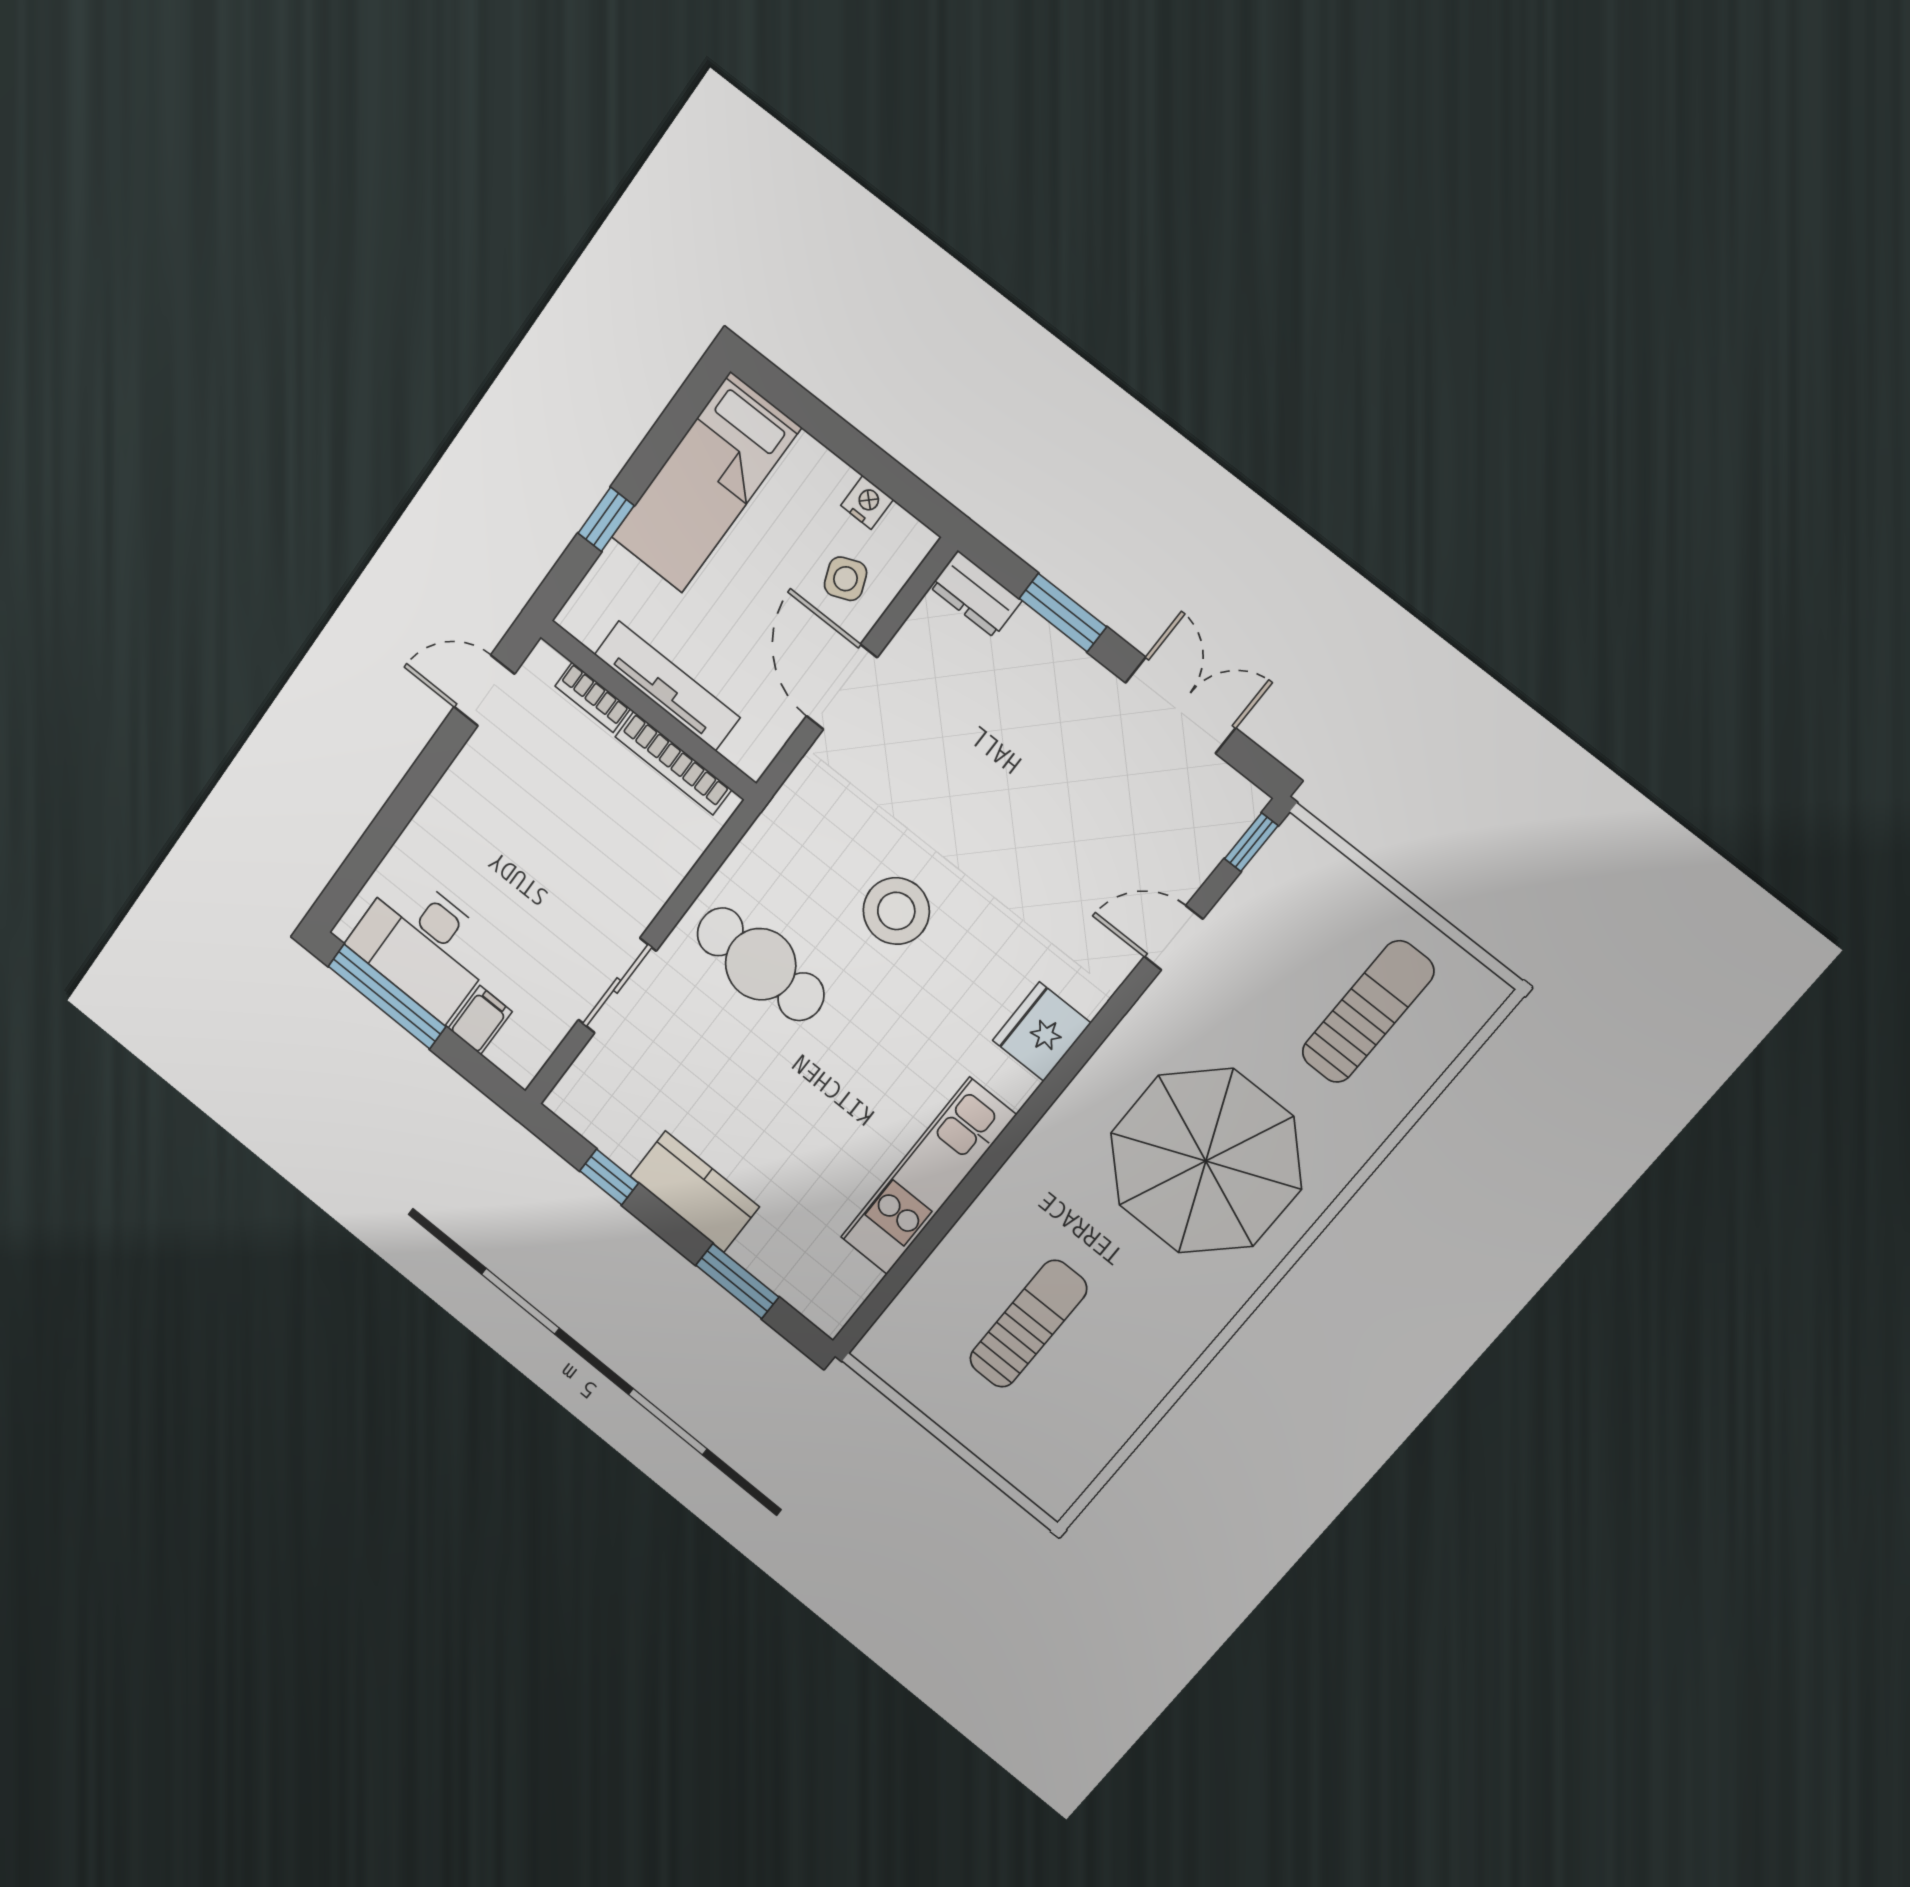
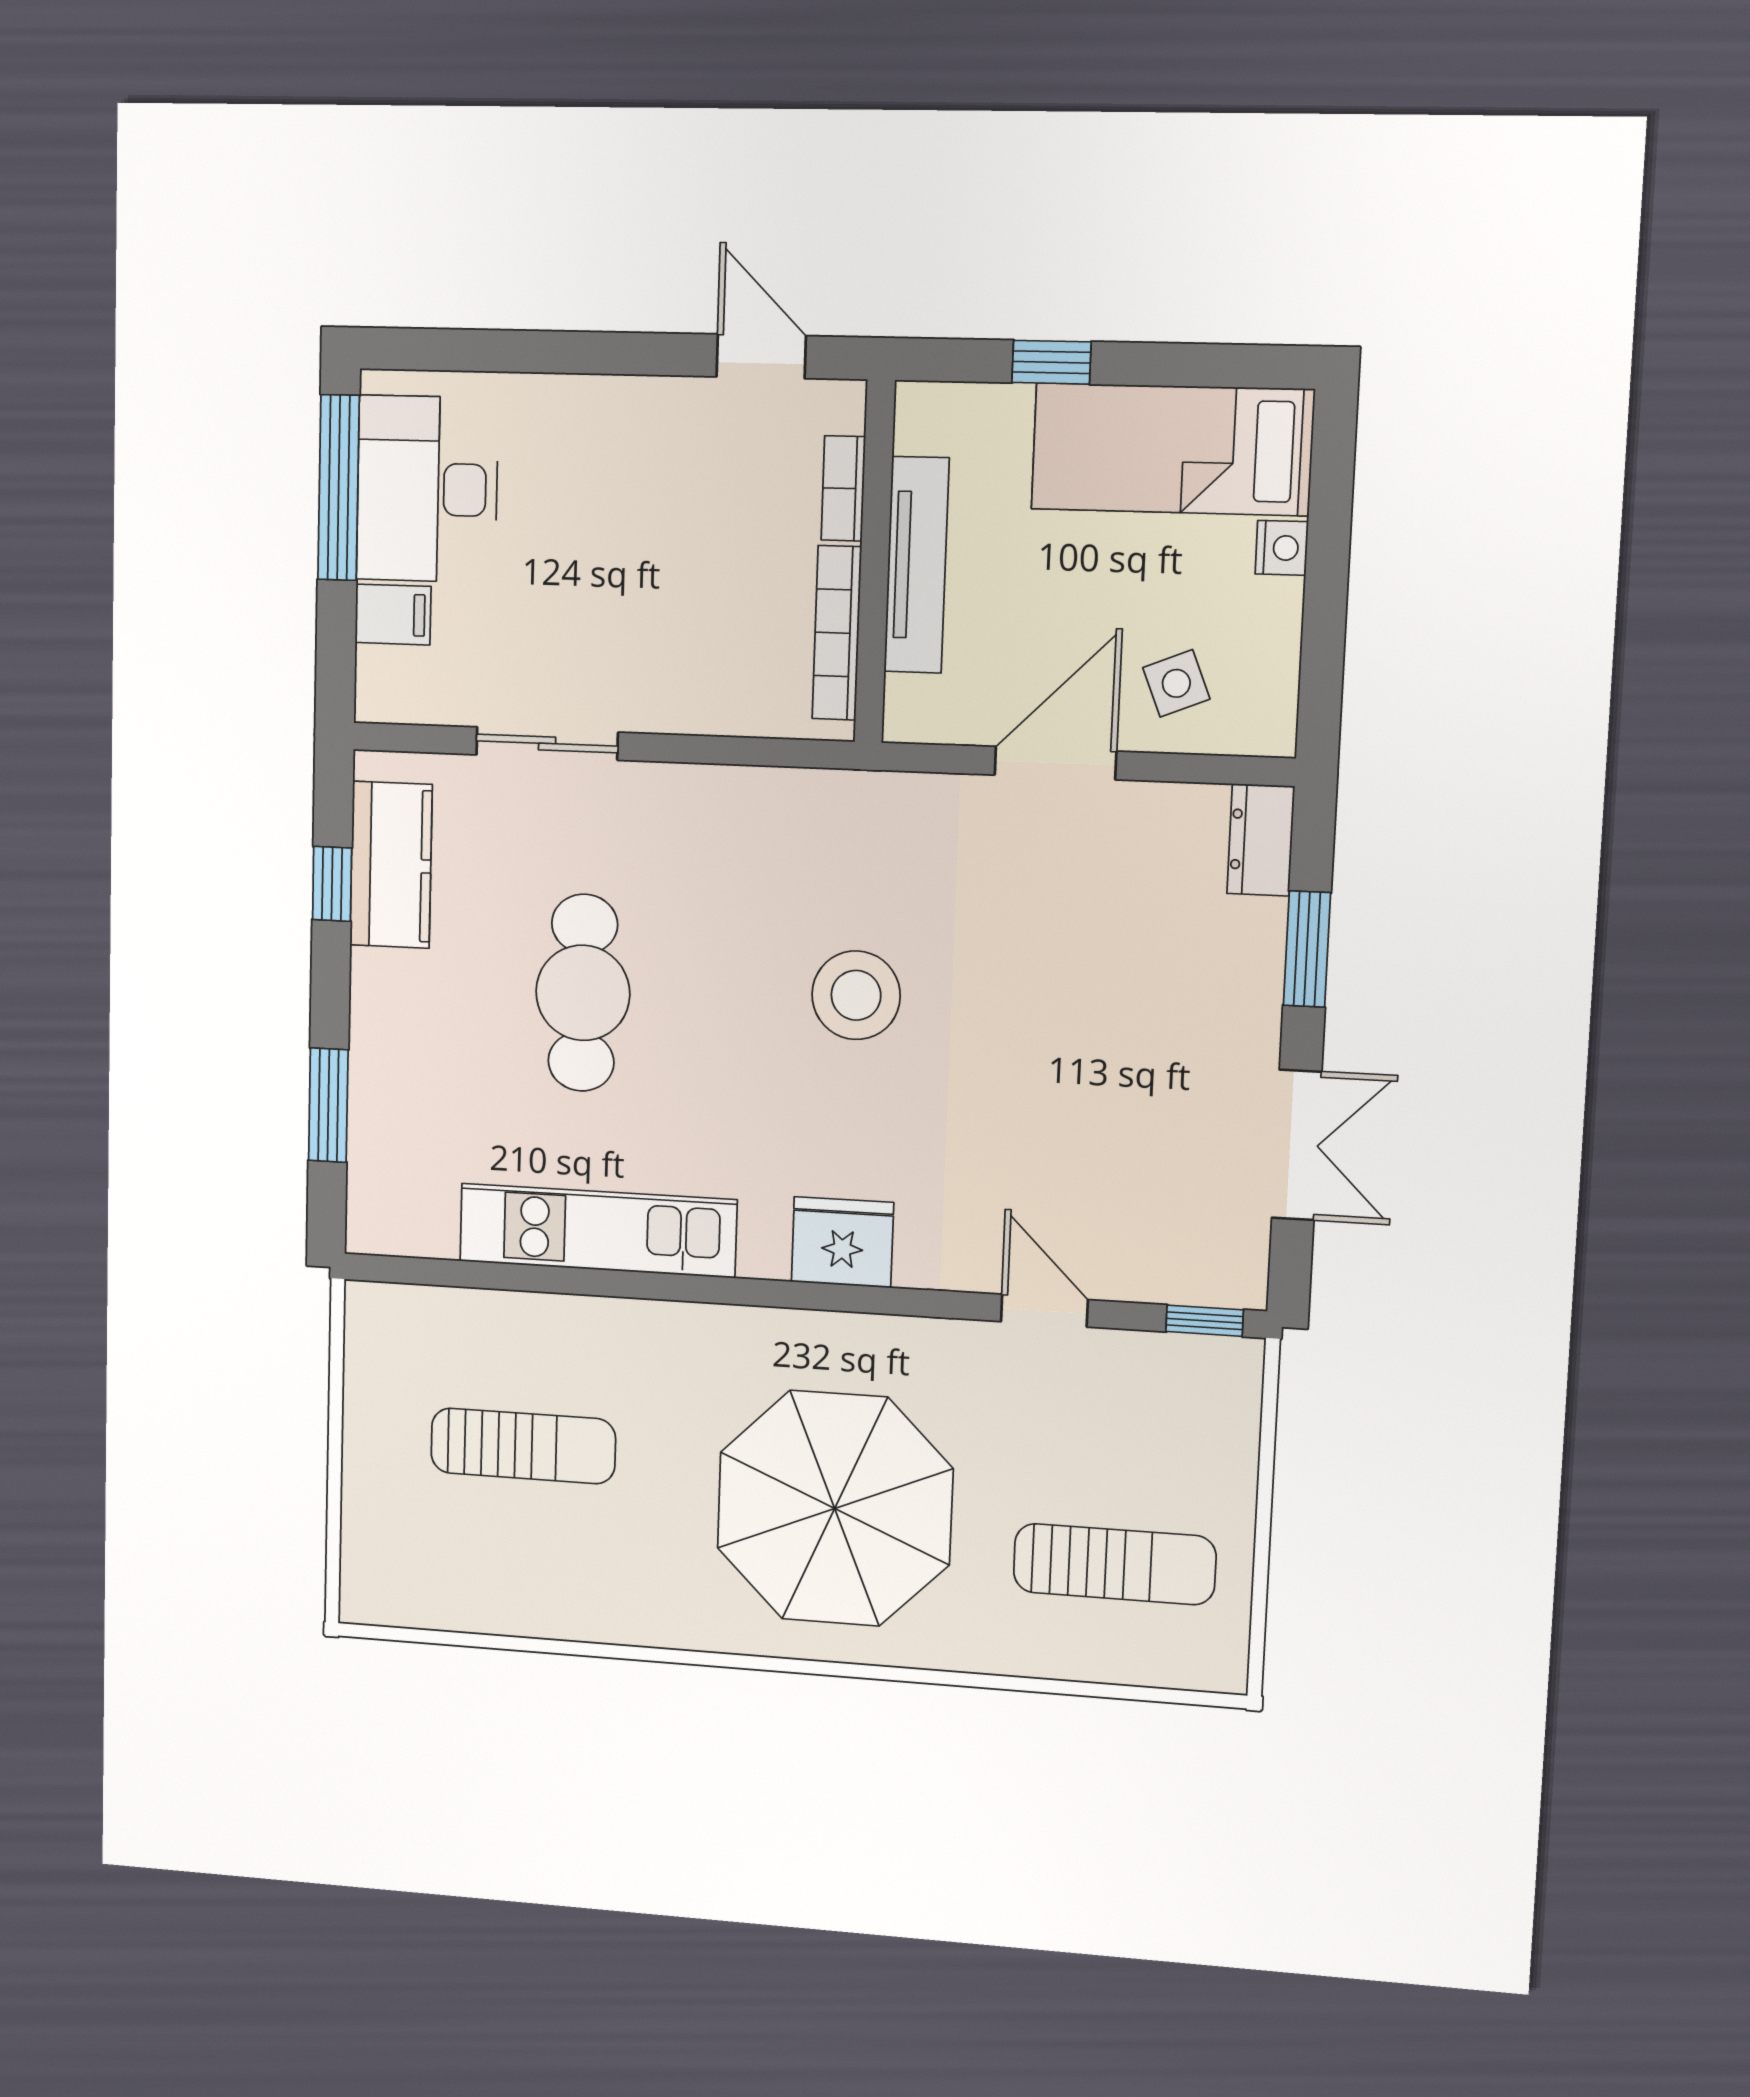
nightstand: (867, 502) -> (1282, 548), moved
cafe table: (761, 964) -> (583, 993), moved
kitchen counter: (695, 1192) -> (391, 865), moved

